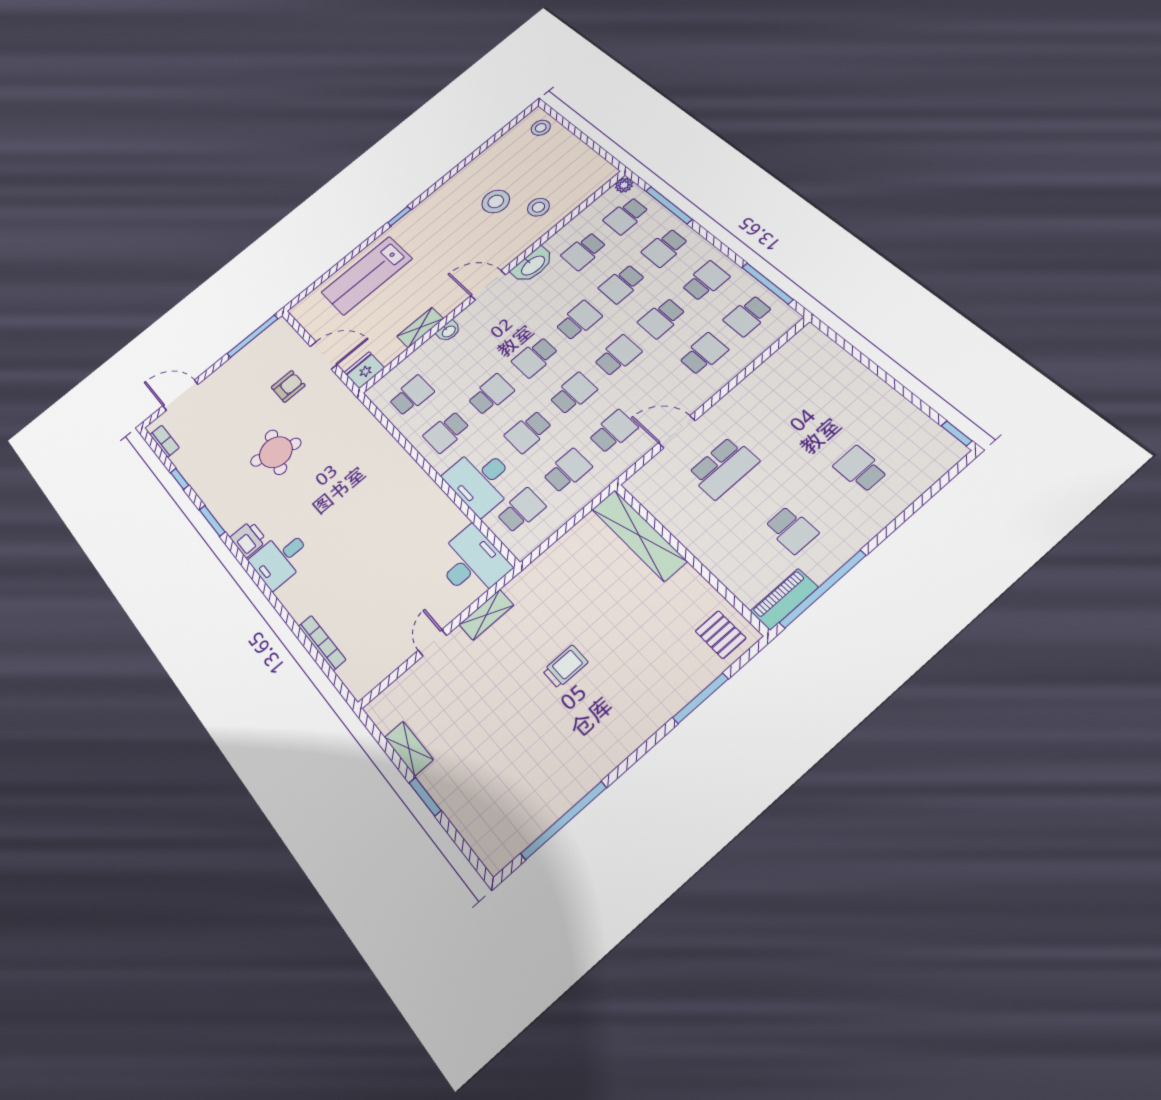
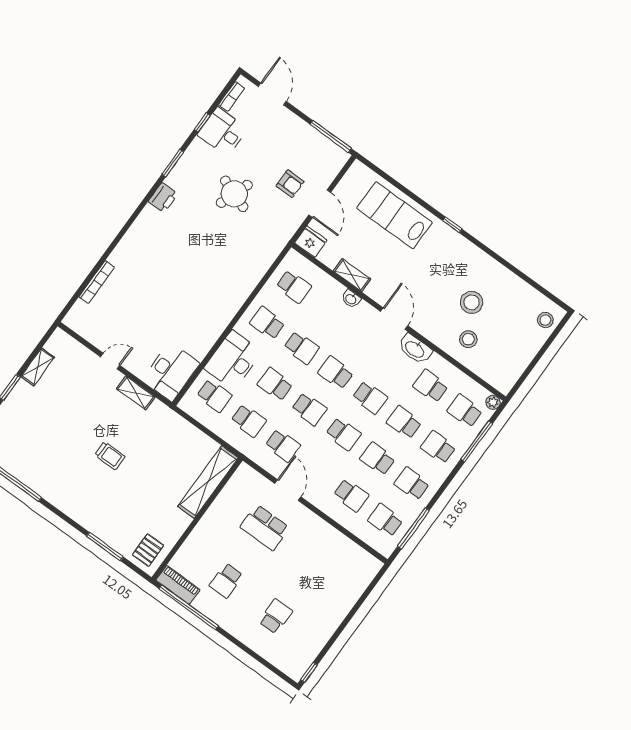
school desk: (705, 281) -> (412, 484), turned 180
desk: (280, 559) -> (222, 132), moved

